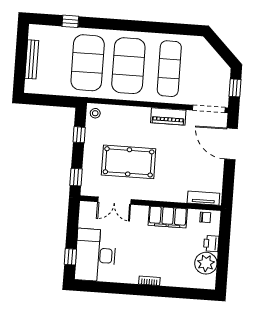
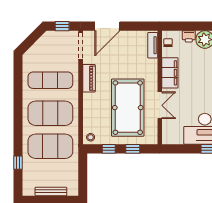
pool table: (129, 162) -> (128, 108), width x1.36, depth x1.32
window: (76, 177) -> (133, 149), moved
double door: (114, 201) -> (160, 105), moved

